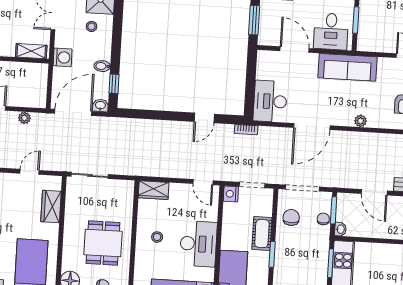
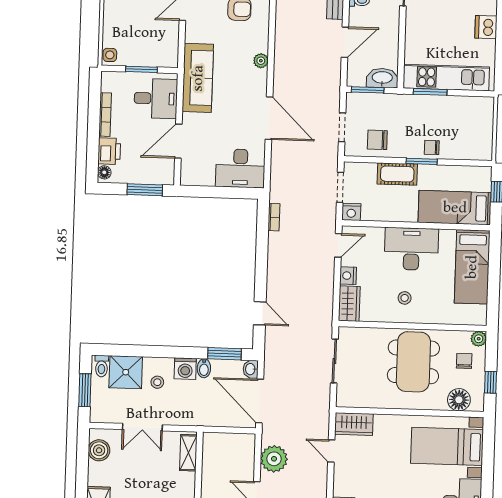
washing machine: (63, 57) -> (185, 369), moved, turned 180
window: (114, 84) -> (225, 354), width x1.50
plant: (25, 118) -> (274, 459), width x1.87, depth x1.87
door: (204, 118) -> (260, 313), moved
bookcase: (246, 130) -> (274, 217), moved
sliding door: (90, 175) -> (334, 361), moved
doorway: (303, 188) -> (342, 127), width x0.73
nightstand: (177, 190) -> (348, 276), added
wardrobe: (51, 206) -> (354, 424), moved
chair: (323, 219) -> (432, 147), moved
washbasin: (340, 229) -> (382, 78), width x1.91, depth x1.45
dining table: (103, 243) -> (413, 362), width x1.38

